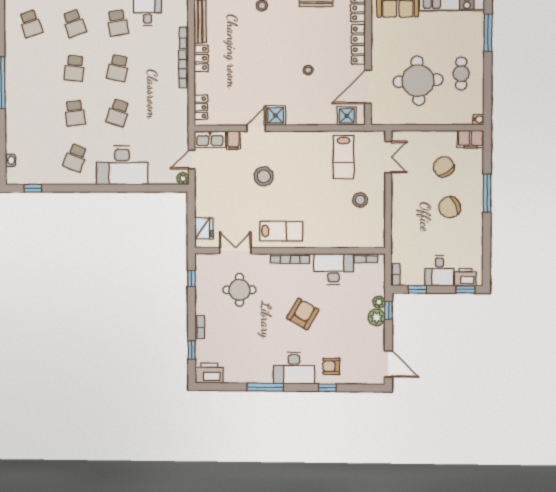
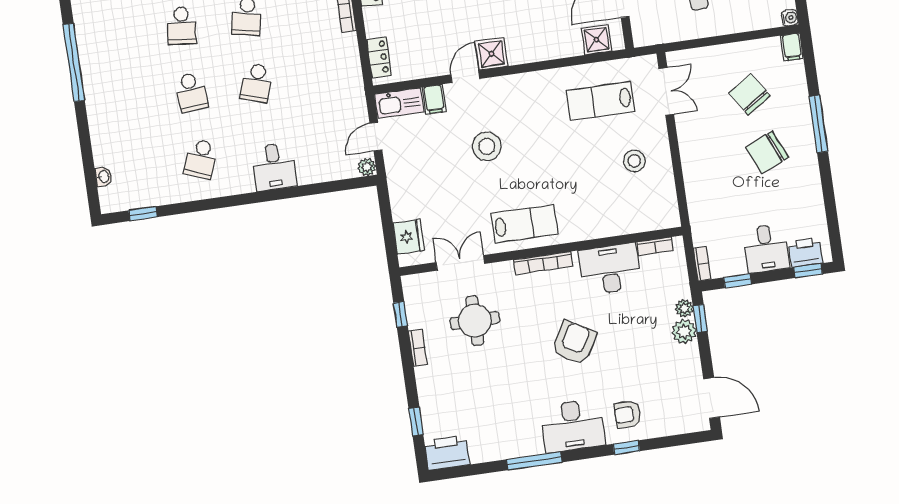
filing cabinet: (470, 139) -> (792, 47), width x0.50
lab bench: (344, 157) -> (601, 101), turned 90
desk: (122, 165) -> (274, 167), width x0.53, depth x0.77
bookcase: (200, 327) -> (418, 348), moved

